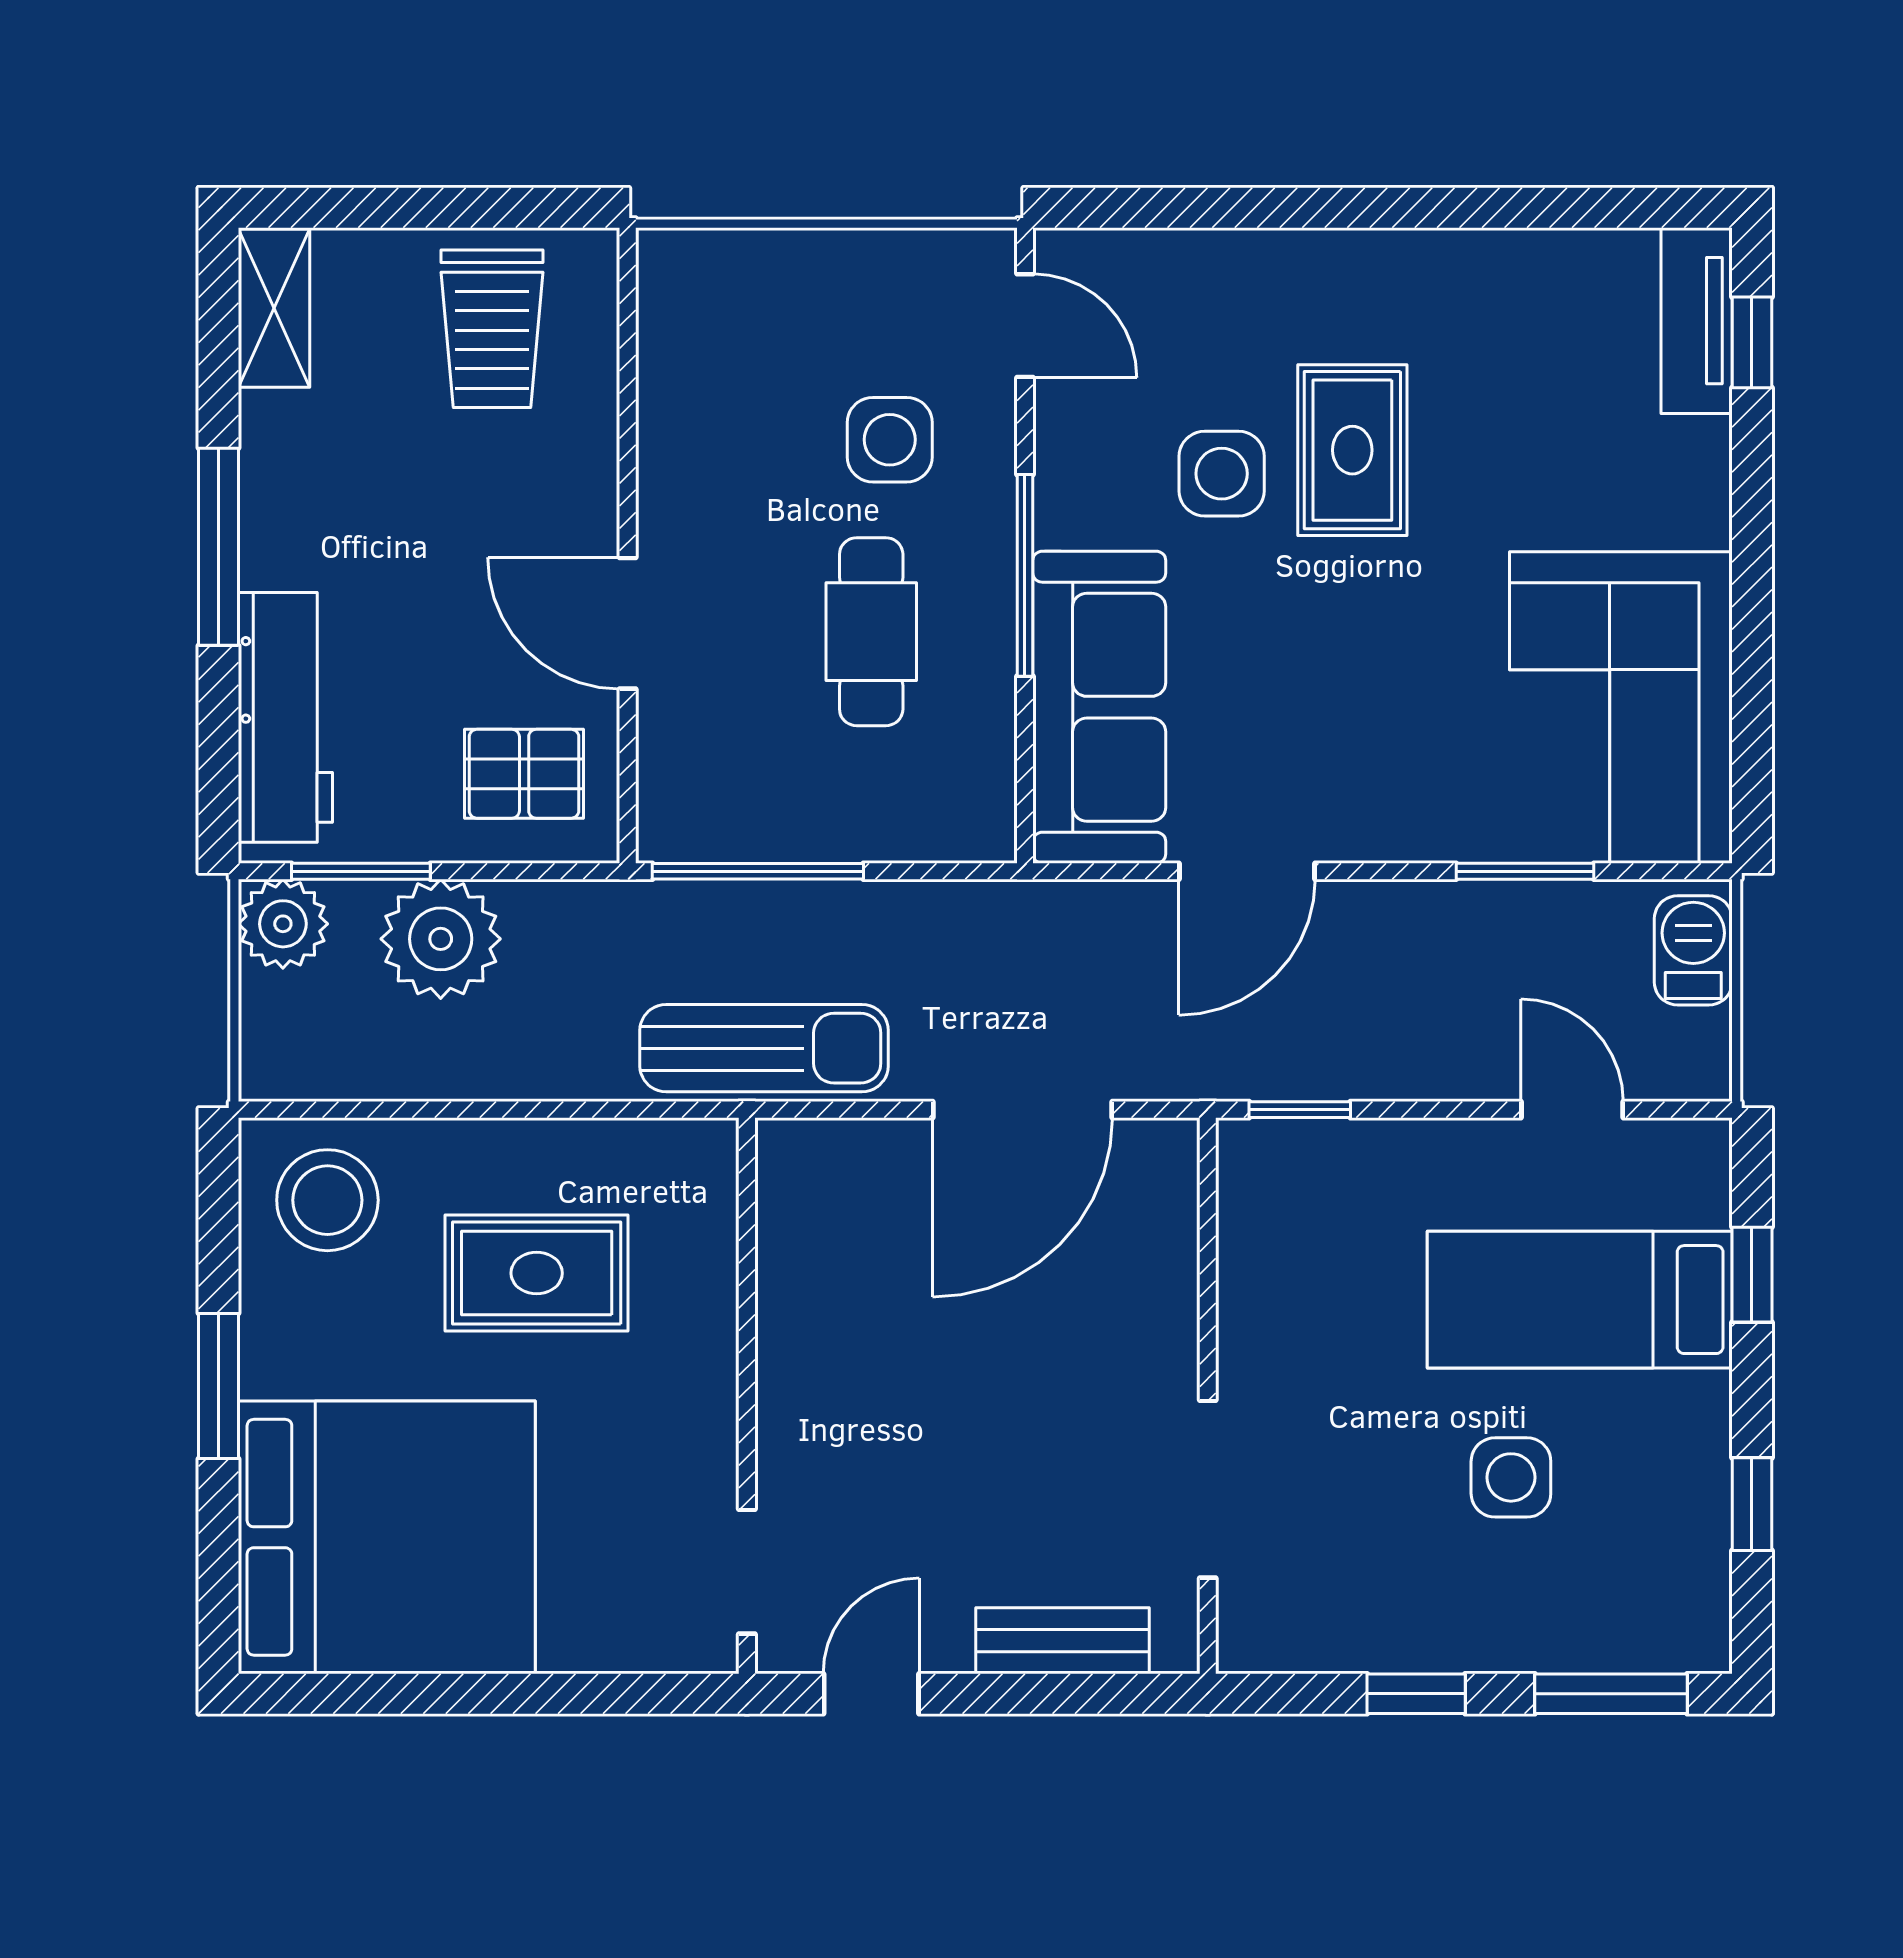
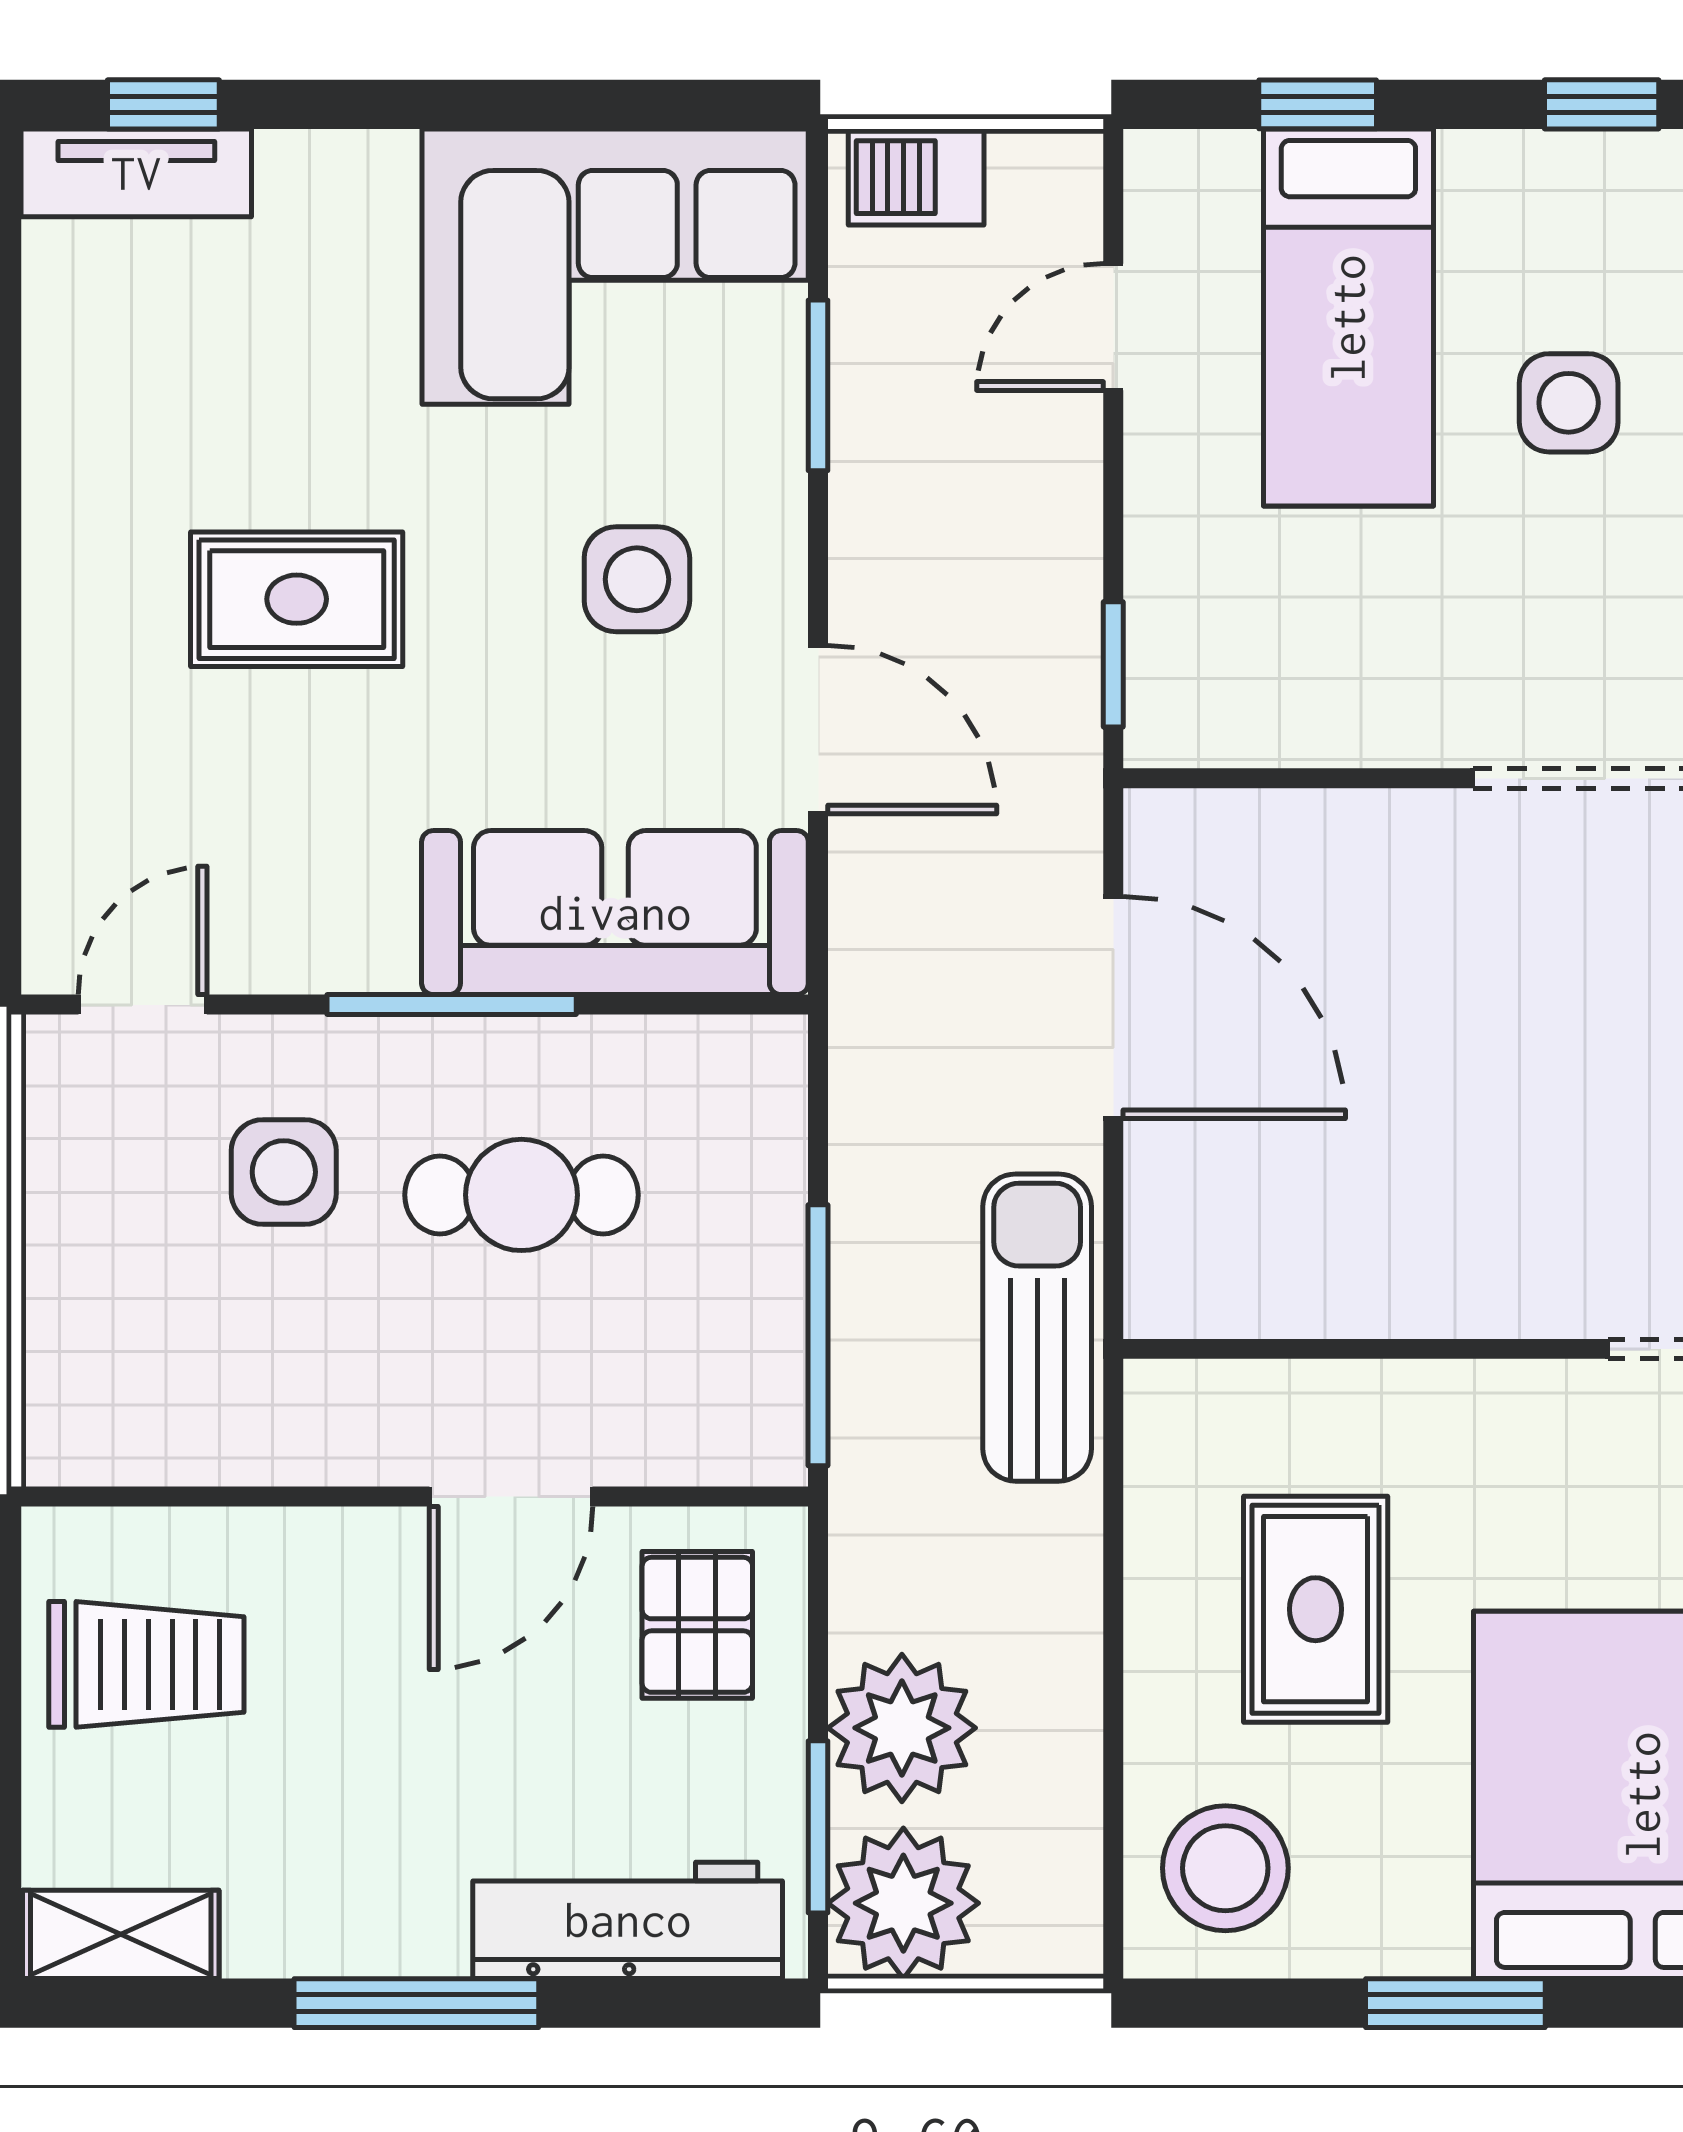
side table: (1222, 474) -> (637, 579), moved
plant: (283, 924) -> (903, 1903), width x1.36, depth x1.36

